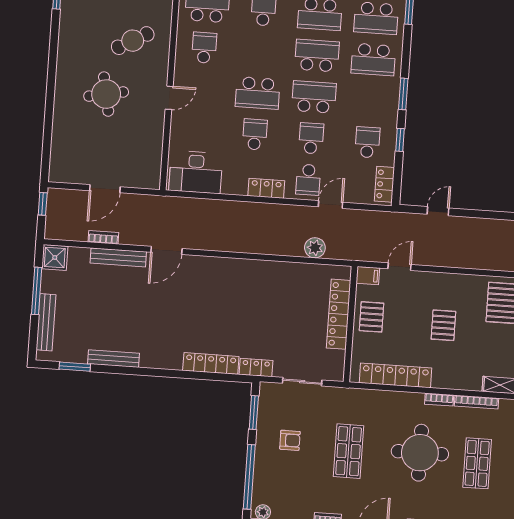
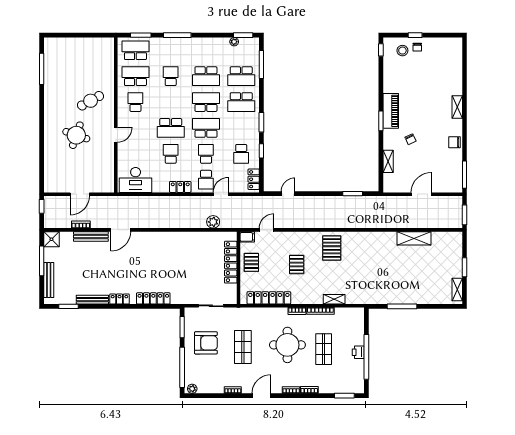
round table: (106, 94) -> (76, 135), turned 30
school desk: (367, 142) -> (241, 154), turned 180
locker: (256, 367) -> (119, 299), moved
armchair: (290, 440) -> (206, 343), width x1.88, depth x1.88

